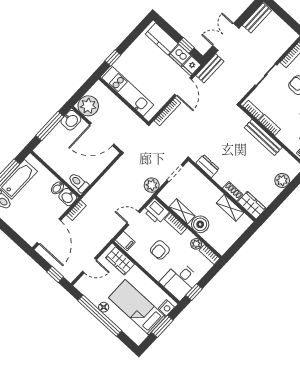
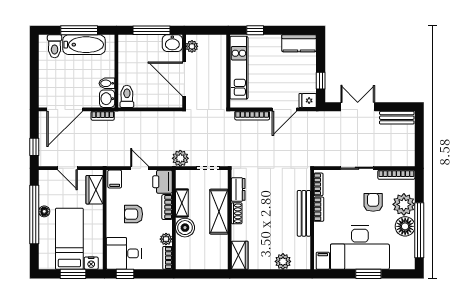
kitchen counter: (162, 39) -> (299, 43), moved, turned -90
dishwasher: (180, 55) -> (308, 83), removed
bench: (210, 68) -> (320, 117), removed
plant: (88, 106) -> (192, 46), width x0.53, depth x0.53
shoe rack: (233, 191) -> (237, 213), moved
shelving: (230, 208) -> (219, 212), moved, width x1.50, depth x1.33

